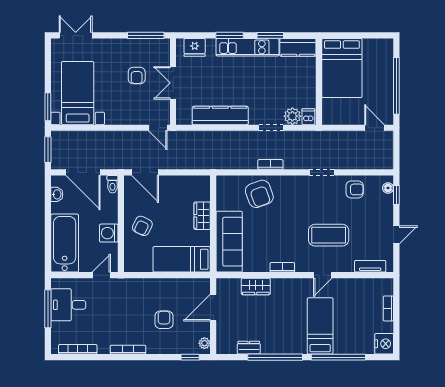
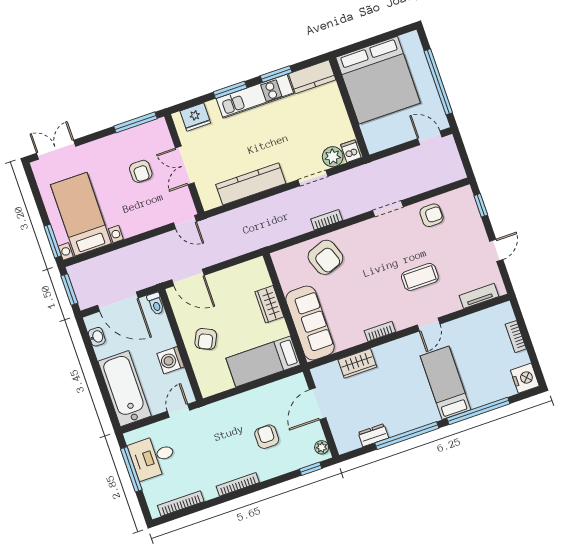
bed: (342, 68) -> (378, 80), width x1.36
floor lamp: (388, 188) -> (469, 201), removed
coffee table: (329, 235) -> (420, 277), width x0.73, depth x0.76

